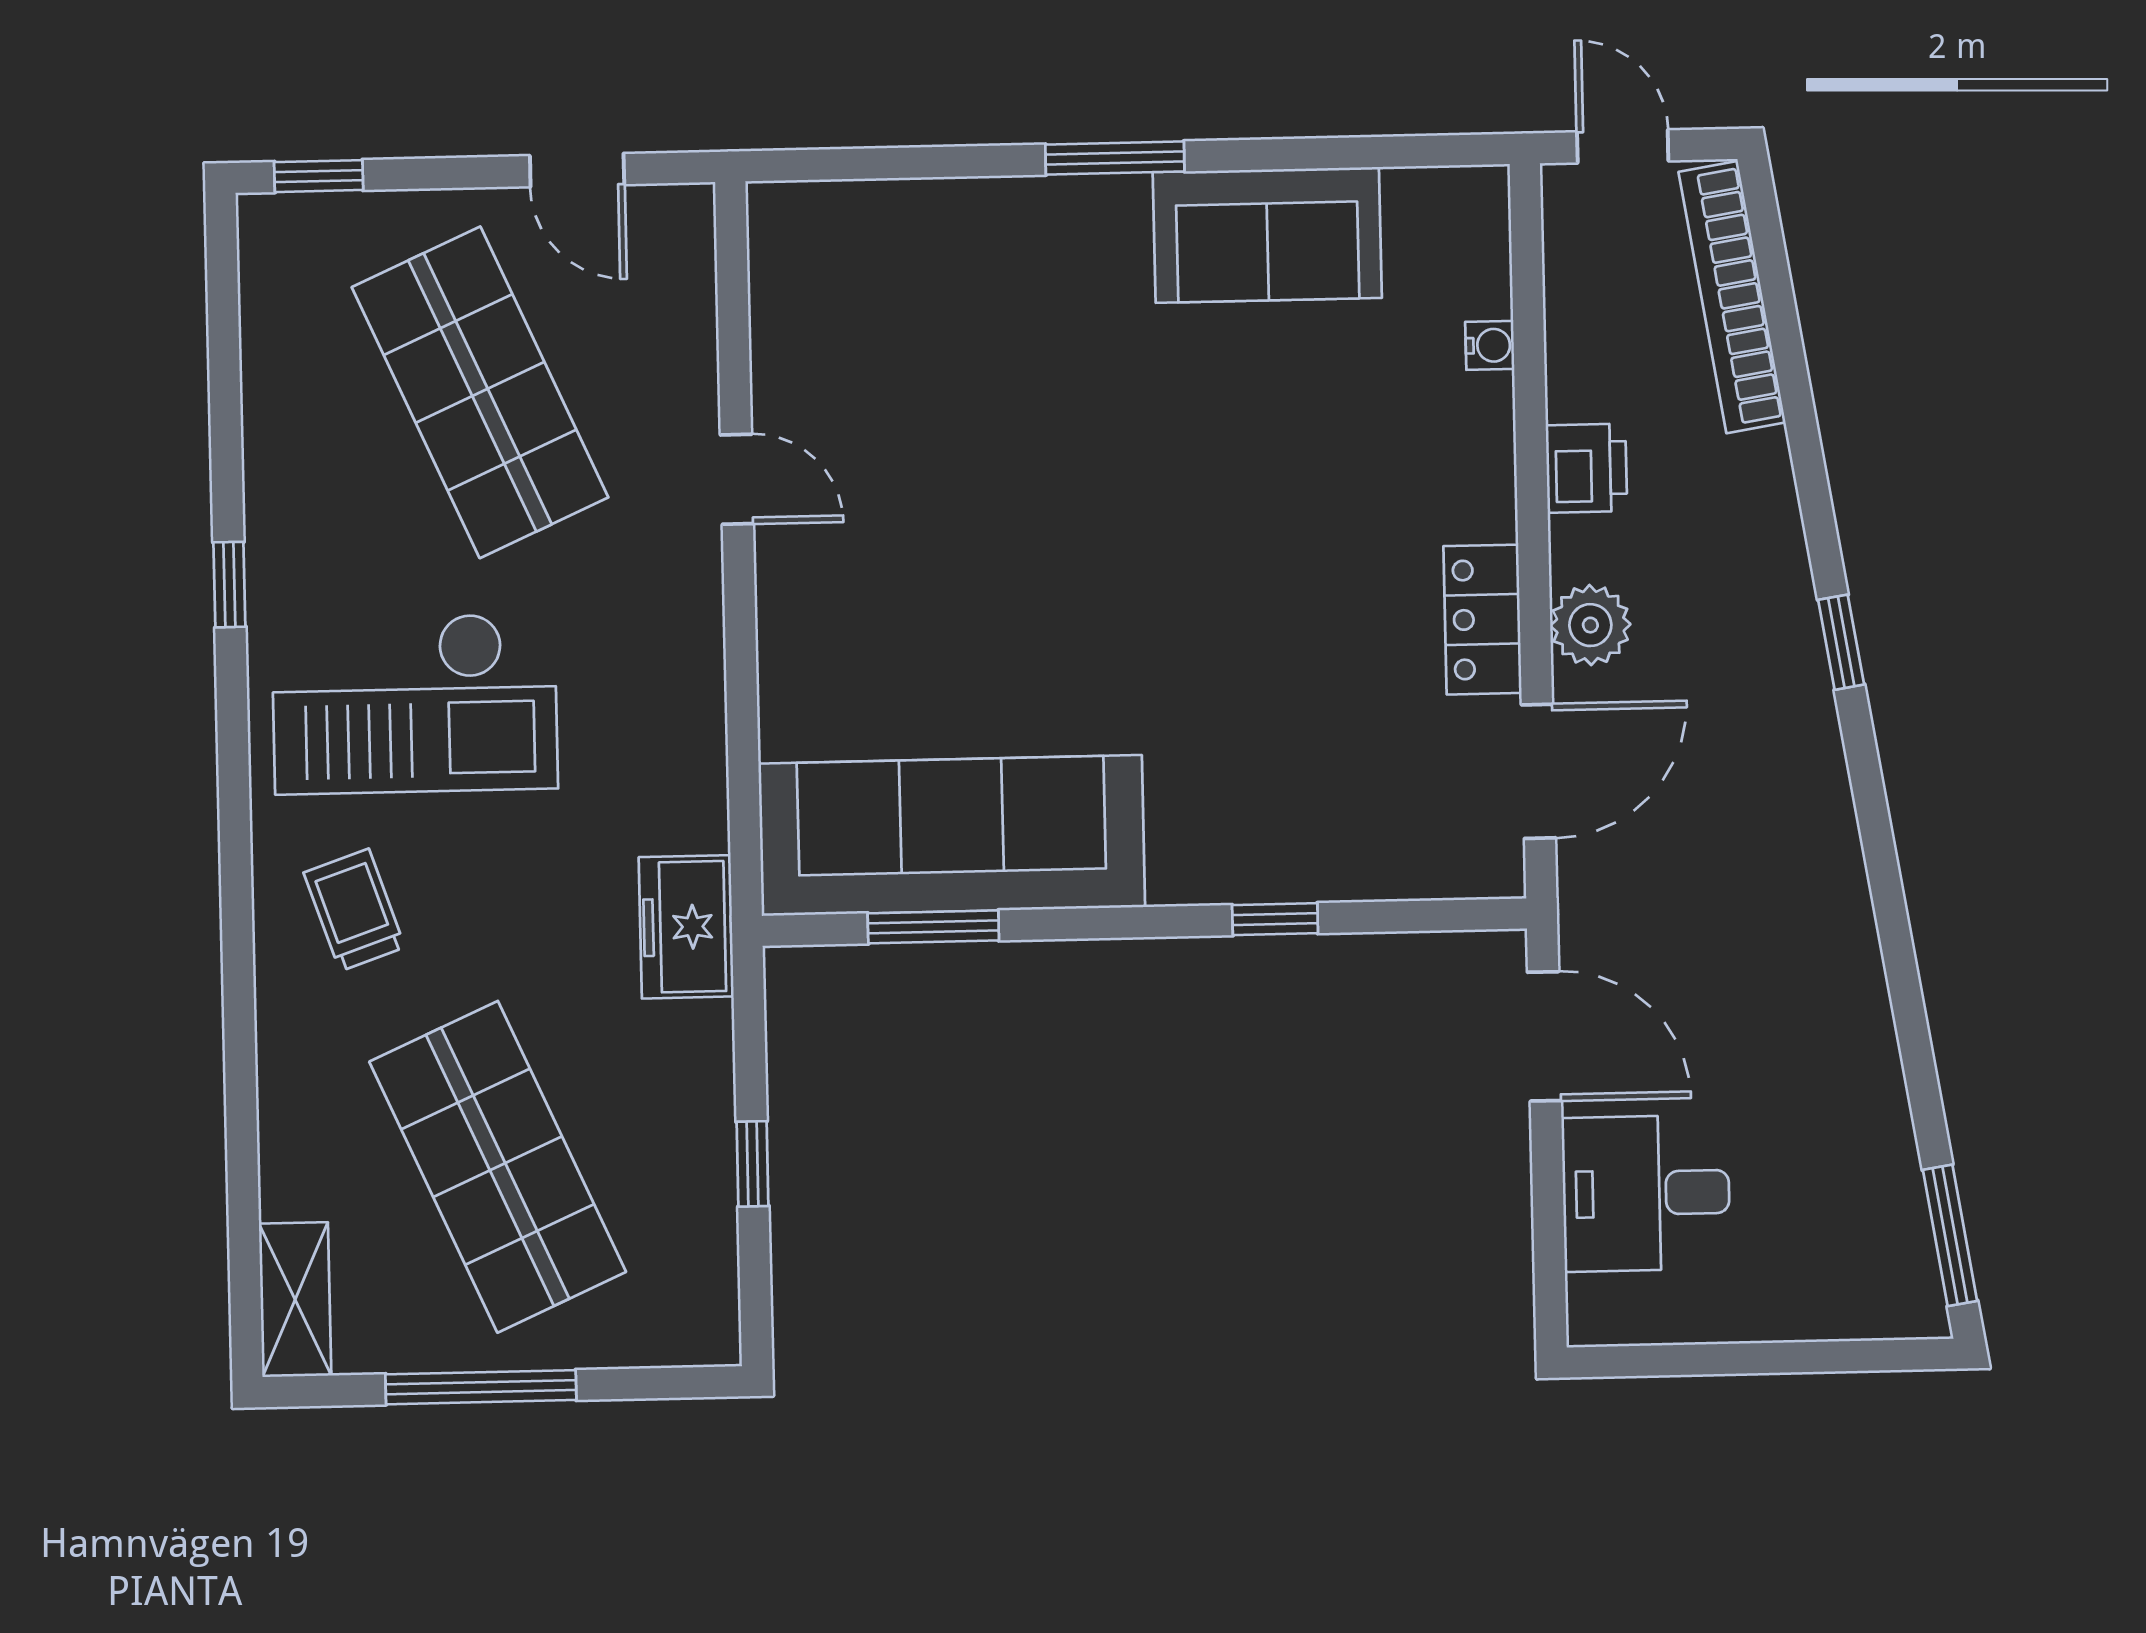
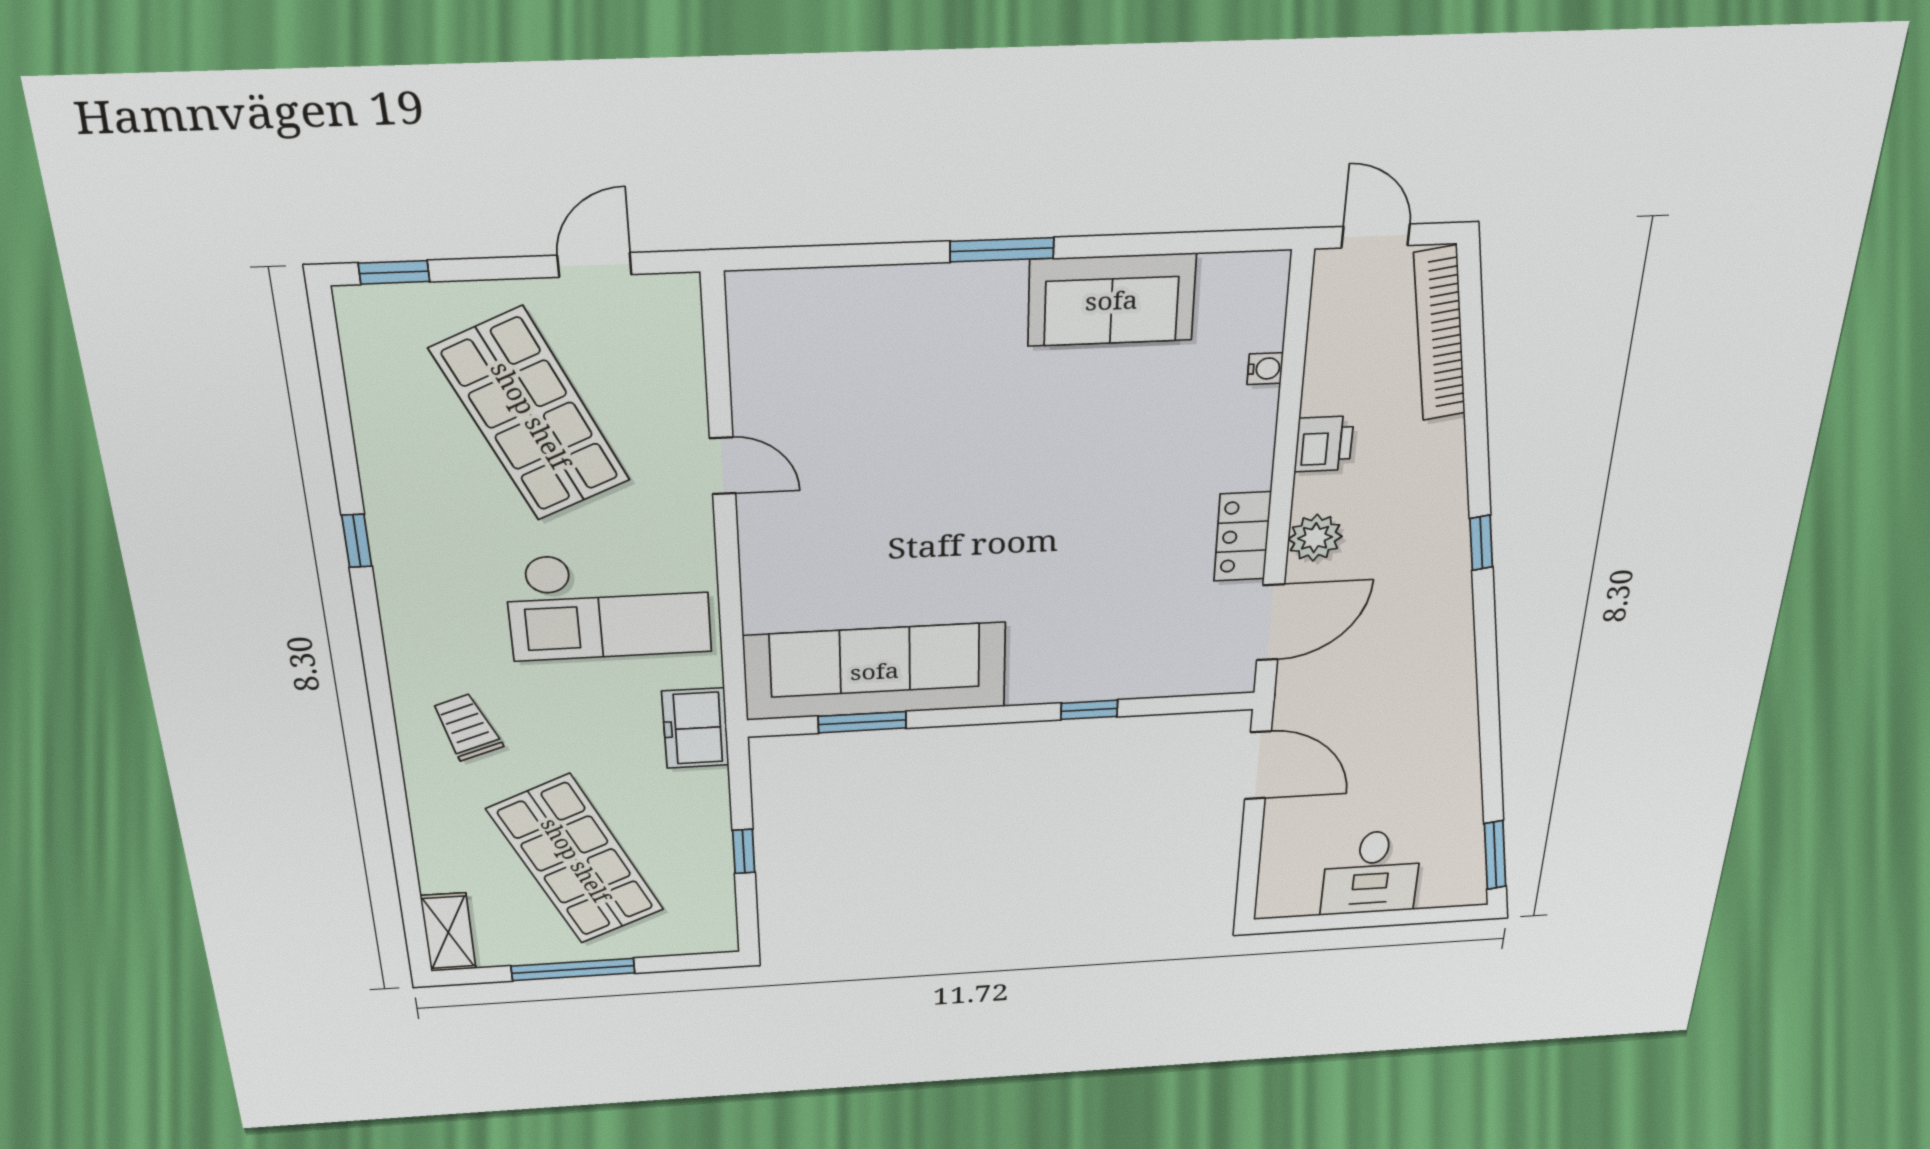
door: (577, 170) -> (594, 265), swing flipped
checkout: (415, 703) -> (609, 605), moved
desk: (1646, 1193) -> (1371, 873), moved, turned -90

